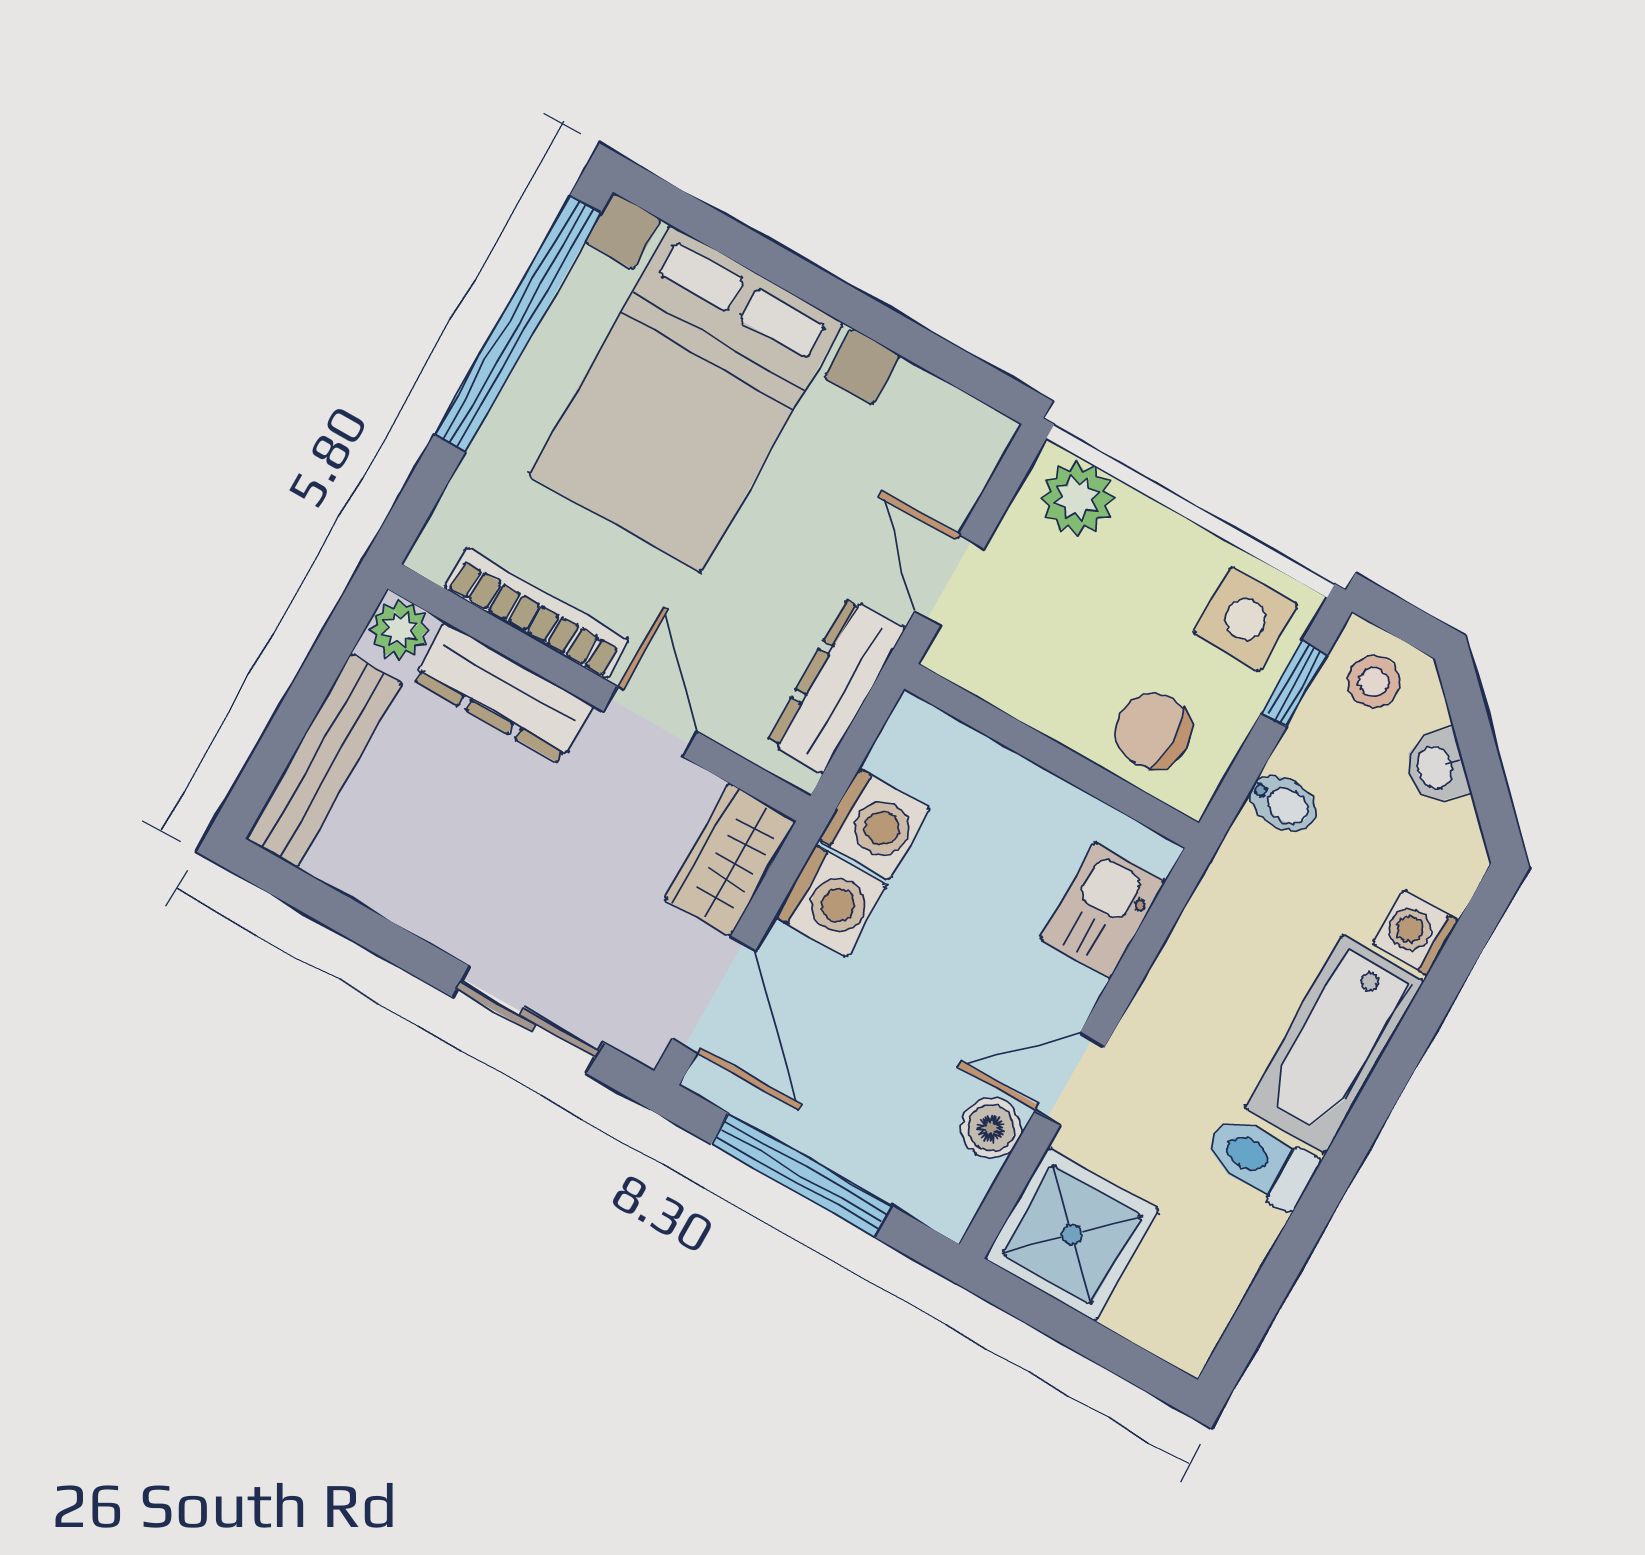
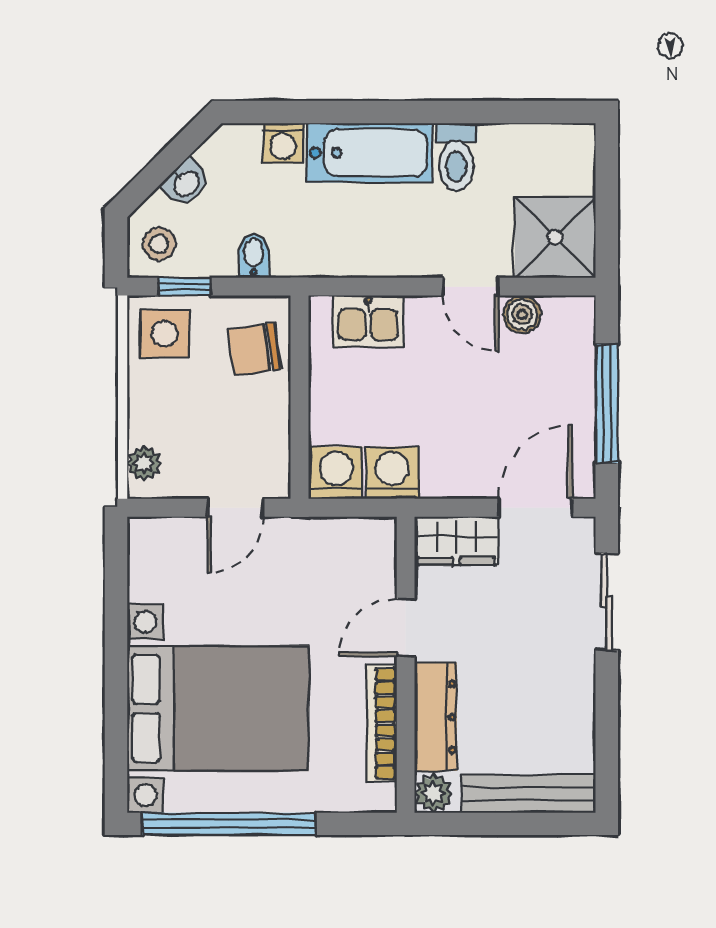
plant: (1077, 498) -> (144, 463), width x0.73, depth x0.73
dresser: (836, 685) -> (328, 537), removed
chair: (1153, 731) -> (254, 349), turned 82
washing machine: (831, 901) -> (336, 473), moved

